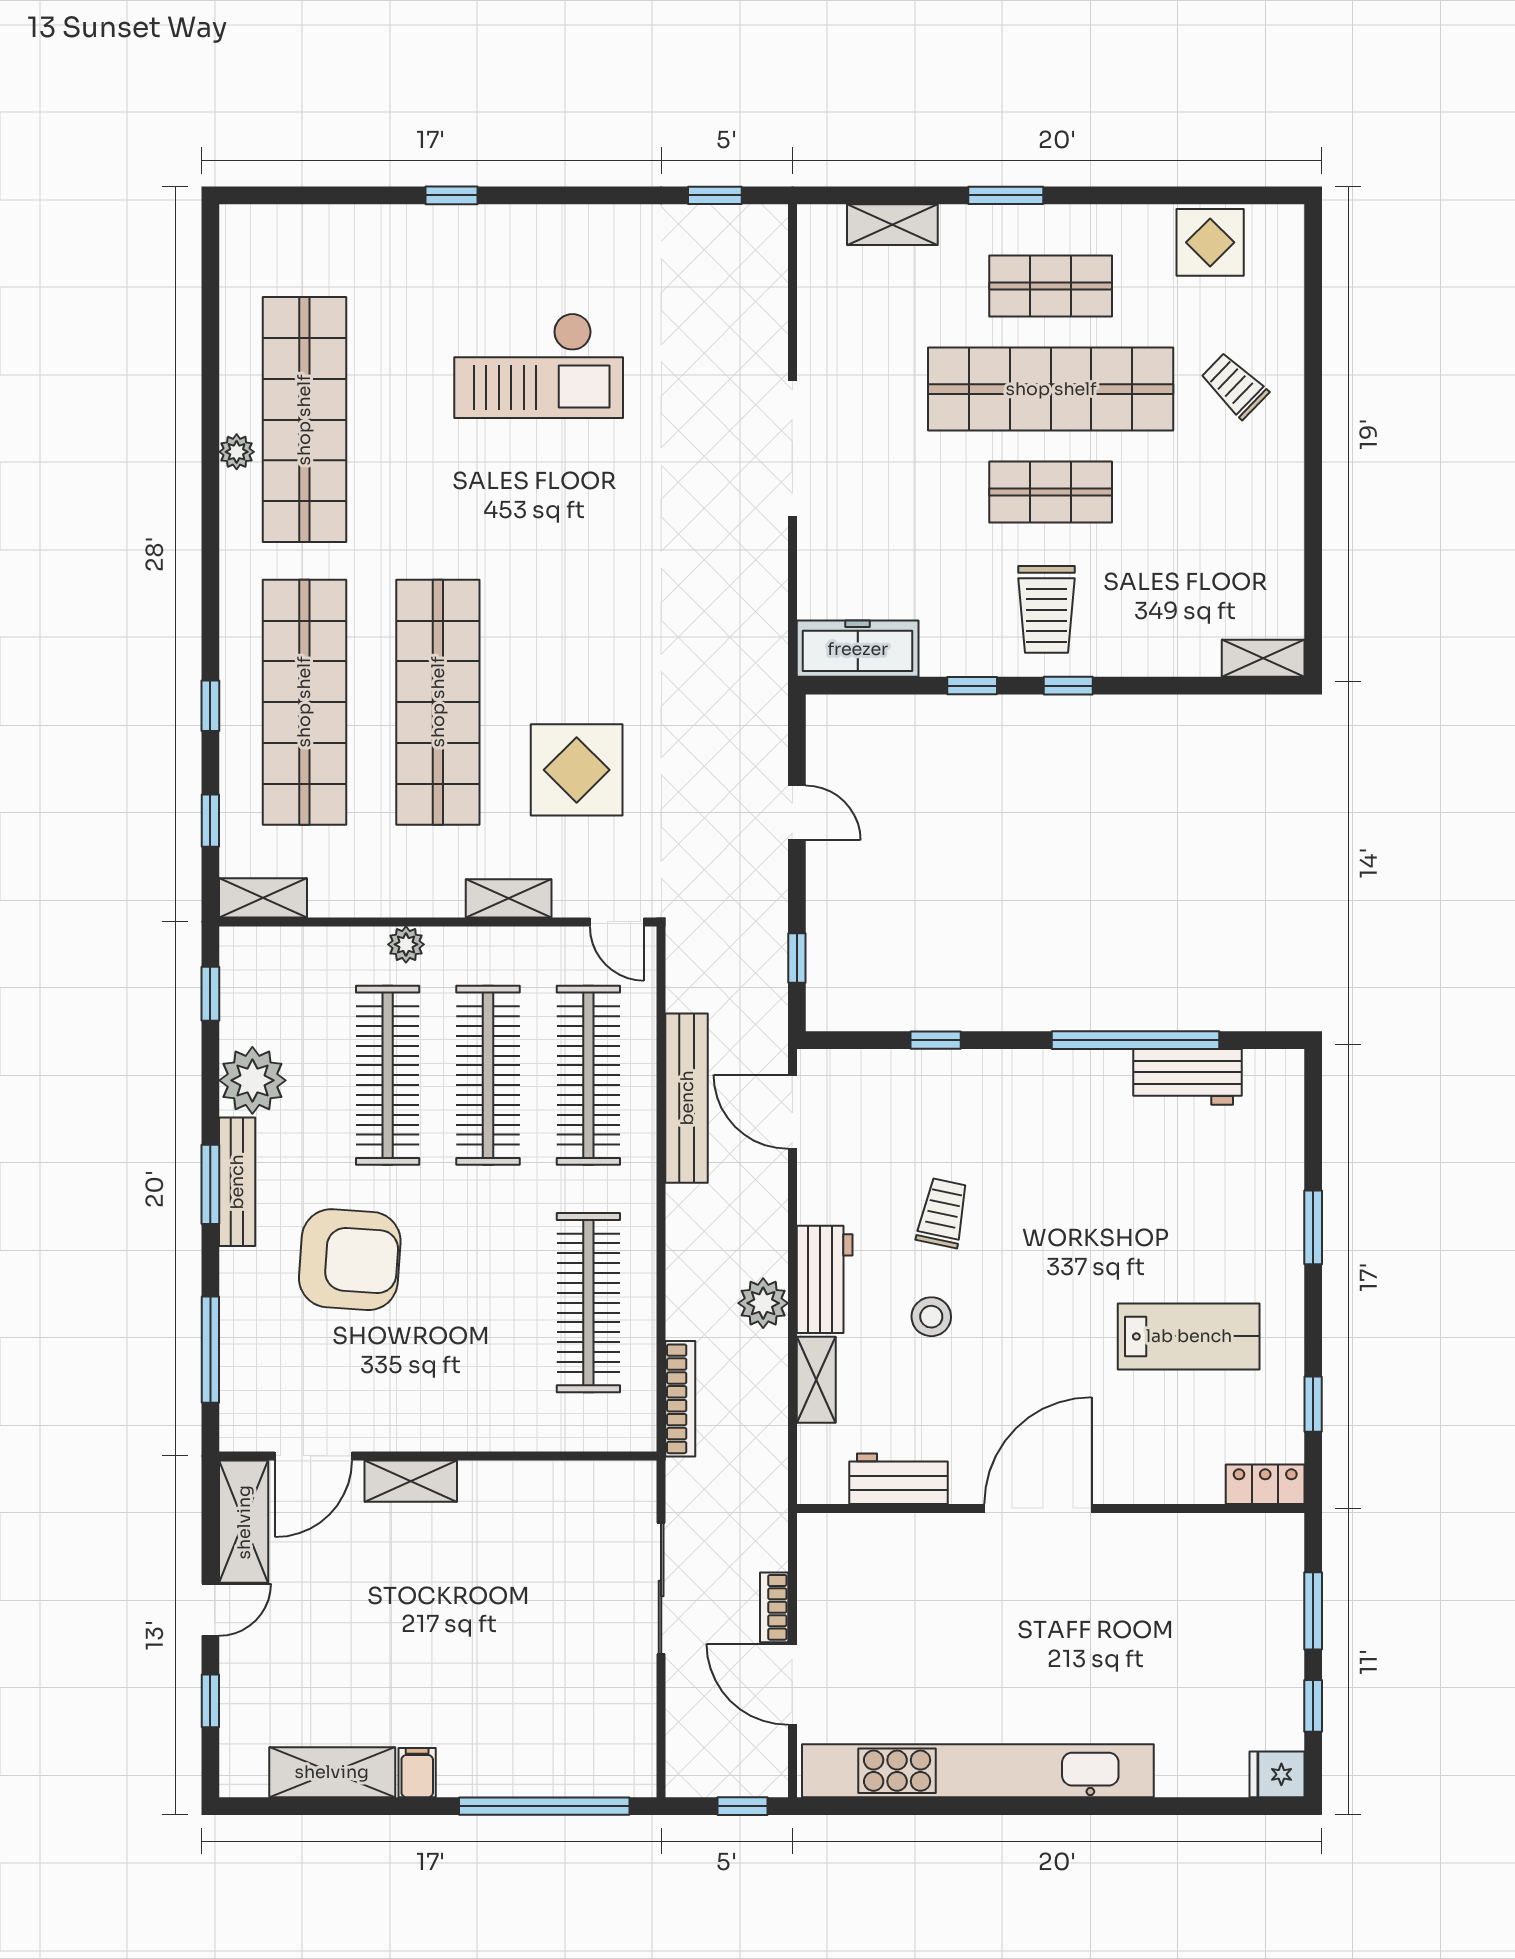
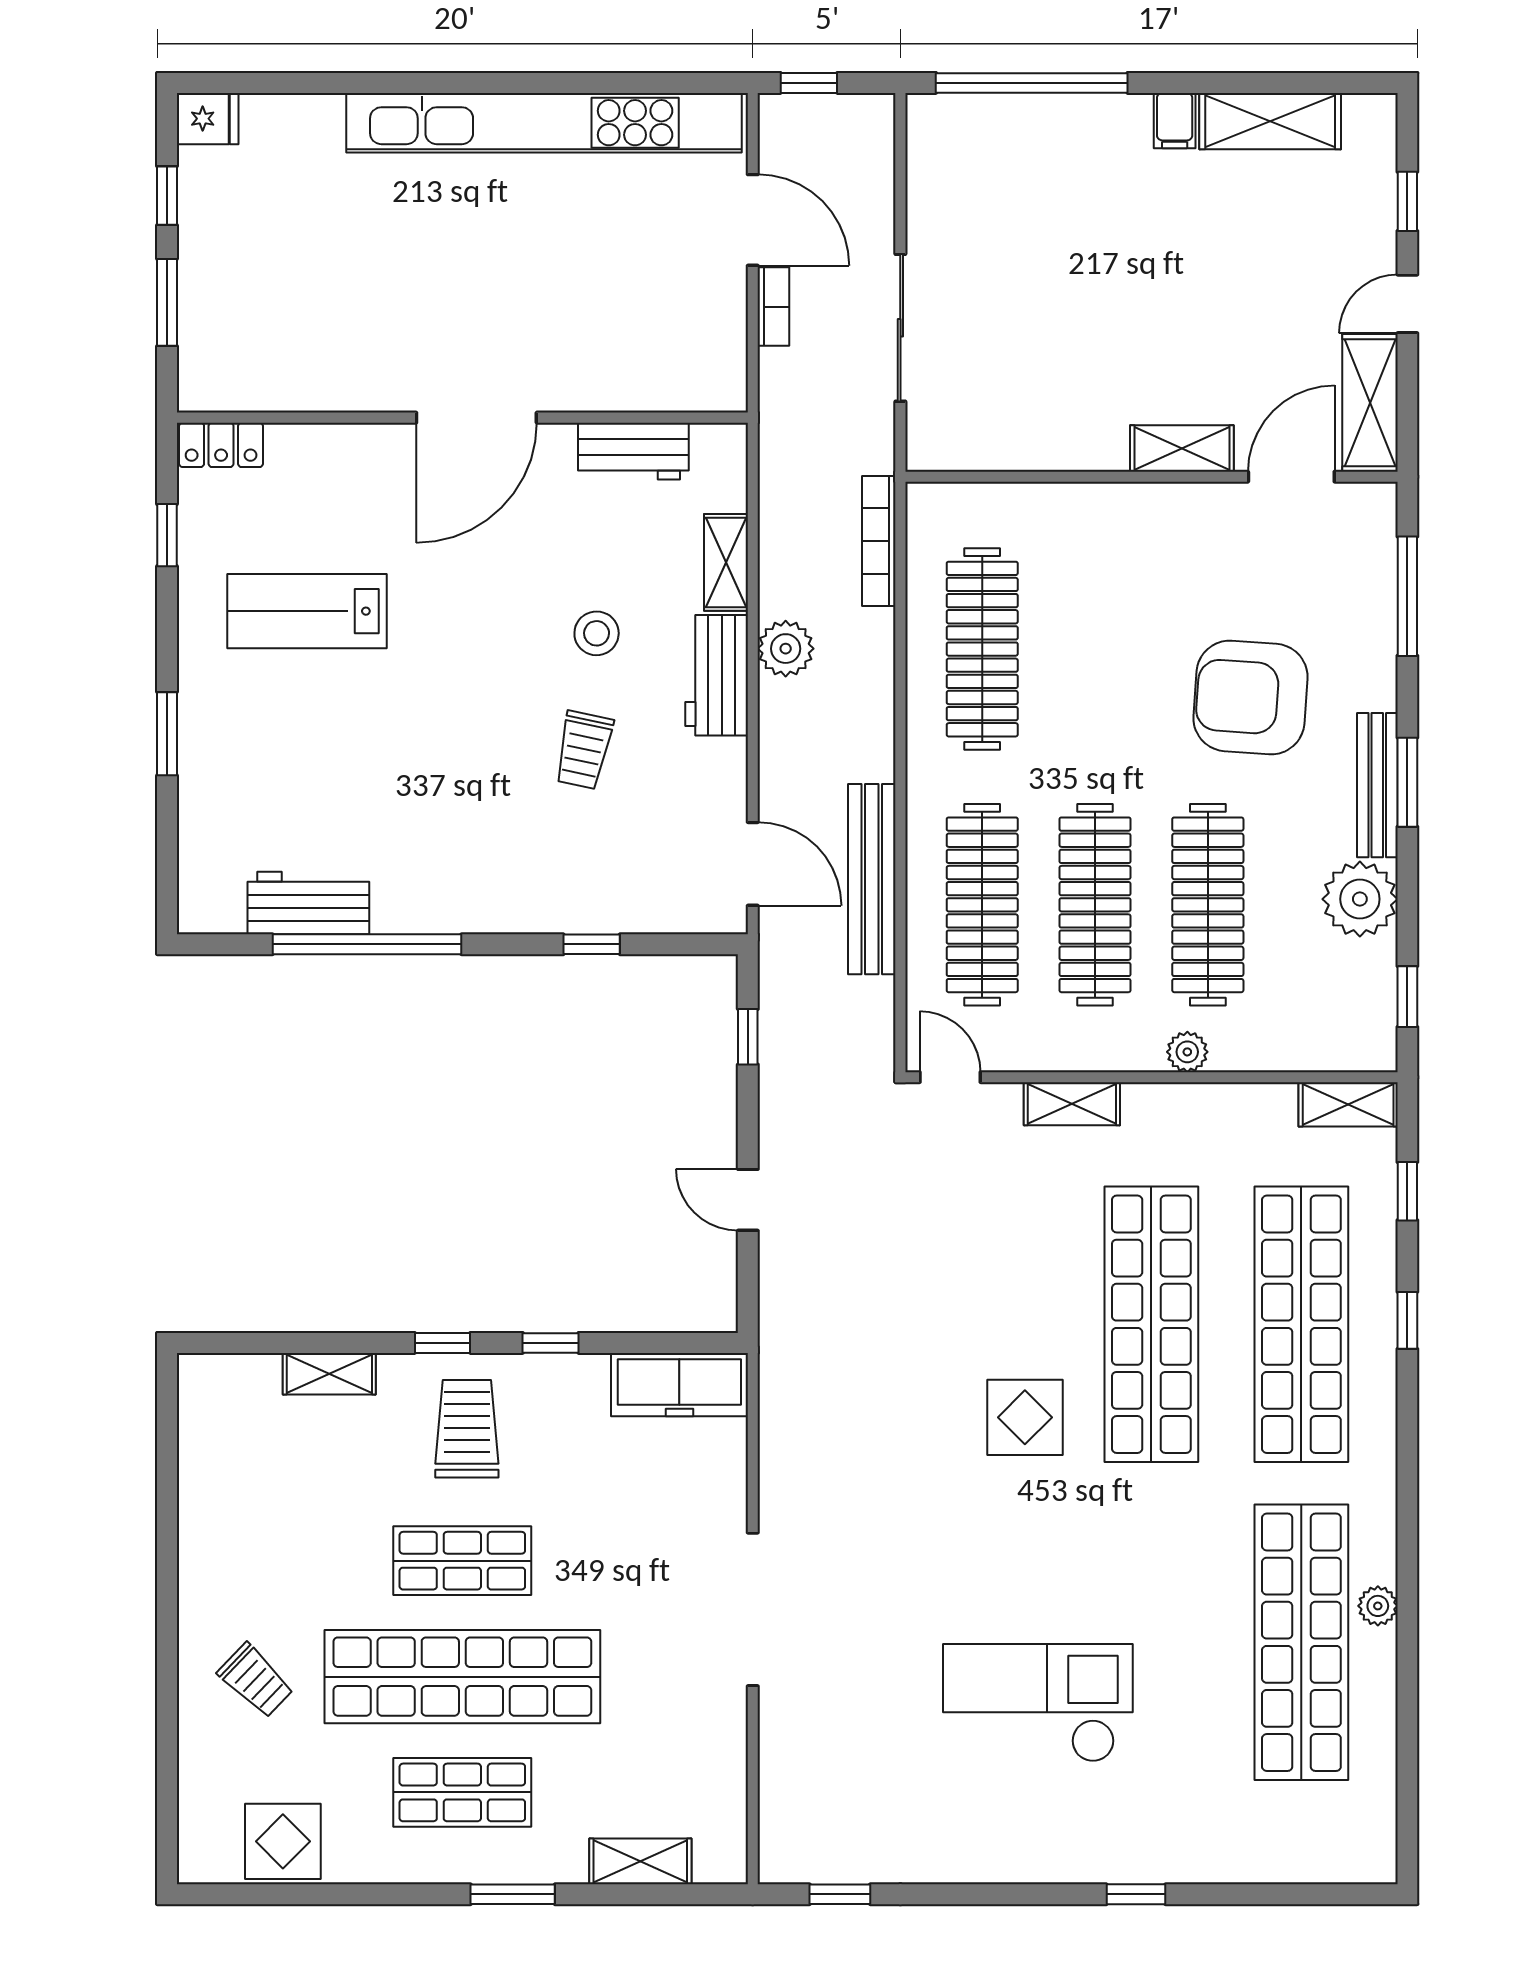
shelving: (1263, 658) -> (329, 1374), moved
display table: (577, 770) -> (1025, 1417), moved, width x0.73, depth x0.73

